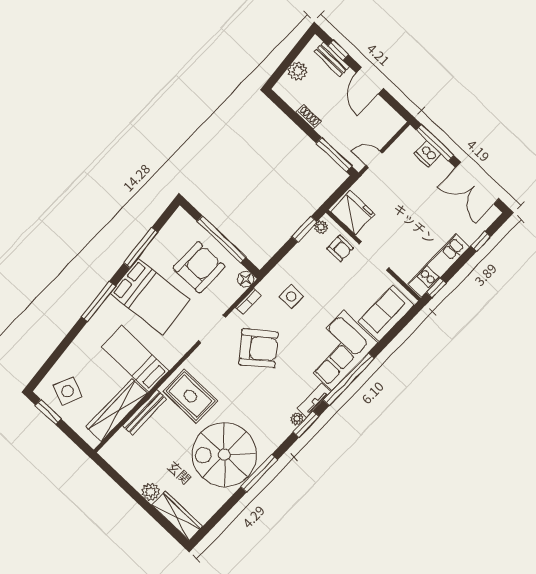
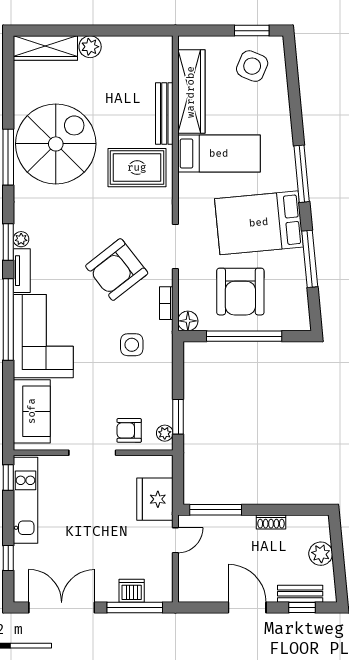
fridge: (353, 213) -> (155, 499), moved, turned 90

